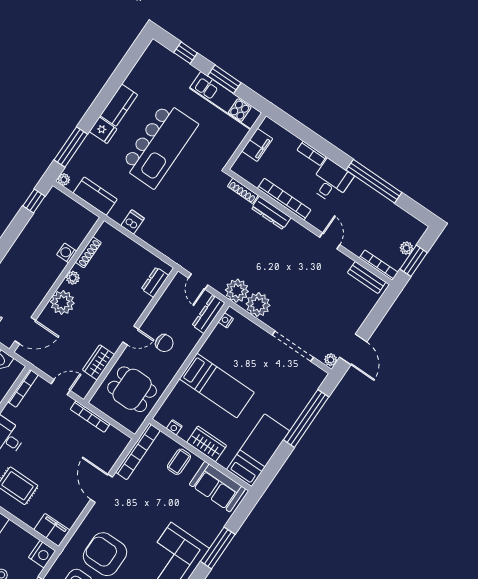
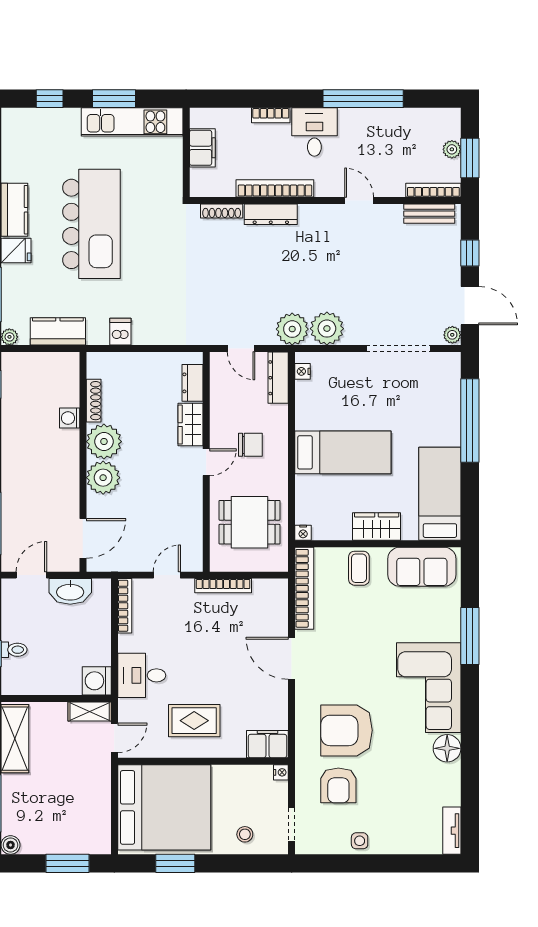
plant: (73, 278) -> (104, 442), width x1.88, depth x1.88
window: (375, 318) -> (470, 253), added
wardrobe: (99, 362) -> (191, 425), moved
nightstand: (174, 427) -> (303, 533), moved
nightstand: (42, 554) -> (281, 772), width x0.53, depth x0.56

